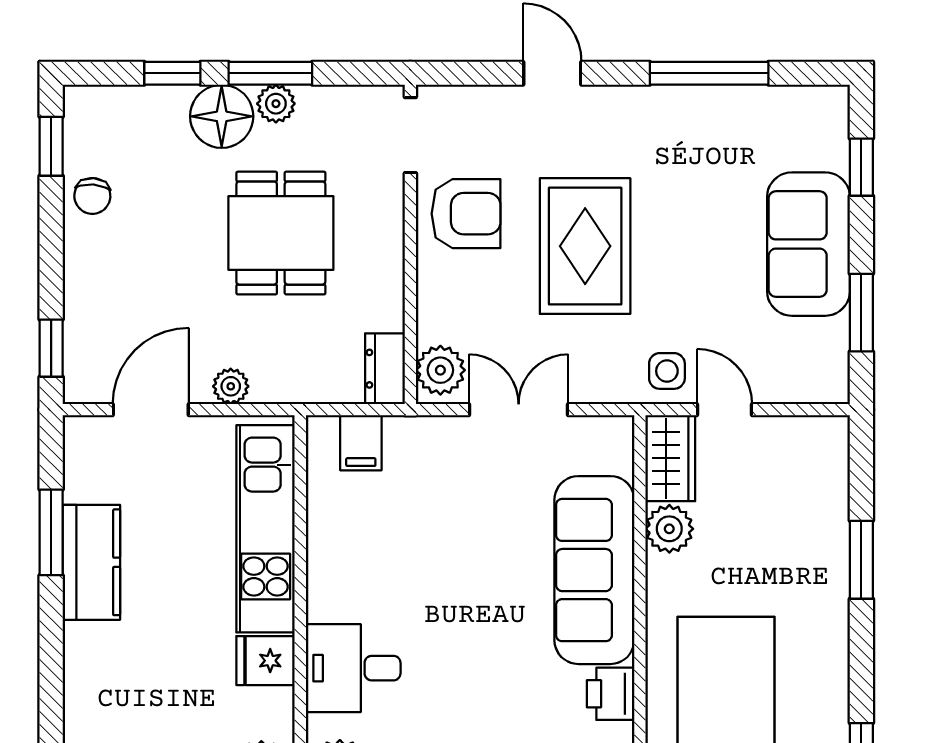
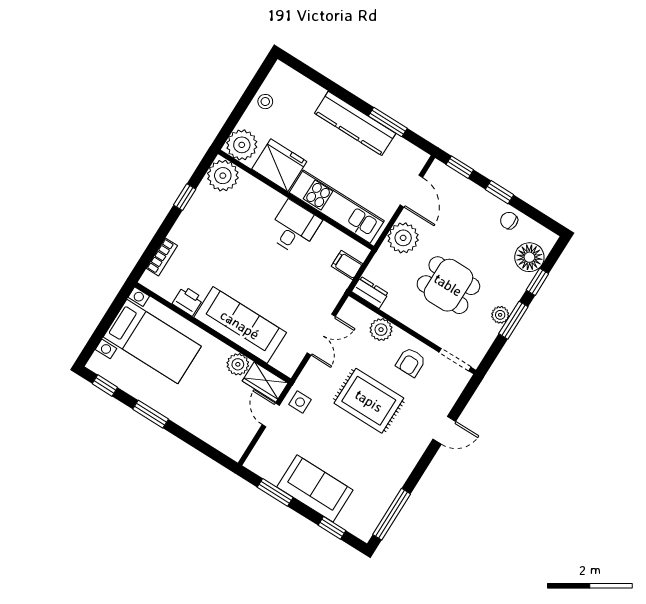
window: (709, 73) -> (392, 514), moved
floor lamp: (222, 116) -> (529, 257), moved
window: (51, 146) -> (500, 192), moved
armchair: (466, 214) -> (411, 362), width x0.72, depth x0.72
plant: (440, 370) -> (381, 330), moved
plant: (231, 386) -> (403, 238), width x1.88, depth x1.88
door: (725, 410) -> (271, 415), swing flipped
window: (861, 560) -> (151, 414), moved
kitchen counter: (91, 562) -> (355, 123), width x1.50
fridge: (266, 661) -> (279, 165), width x1.88, depth x1.34
desk: (353, 668) -> (294, 228), moved

